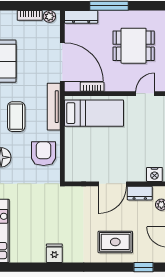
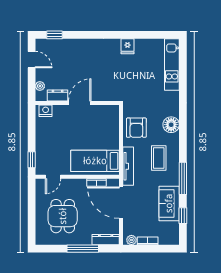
dining table: (134, 46) -> (63, 216), turned 90
rug: (115, 242) -> (78, 55), removed

